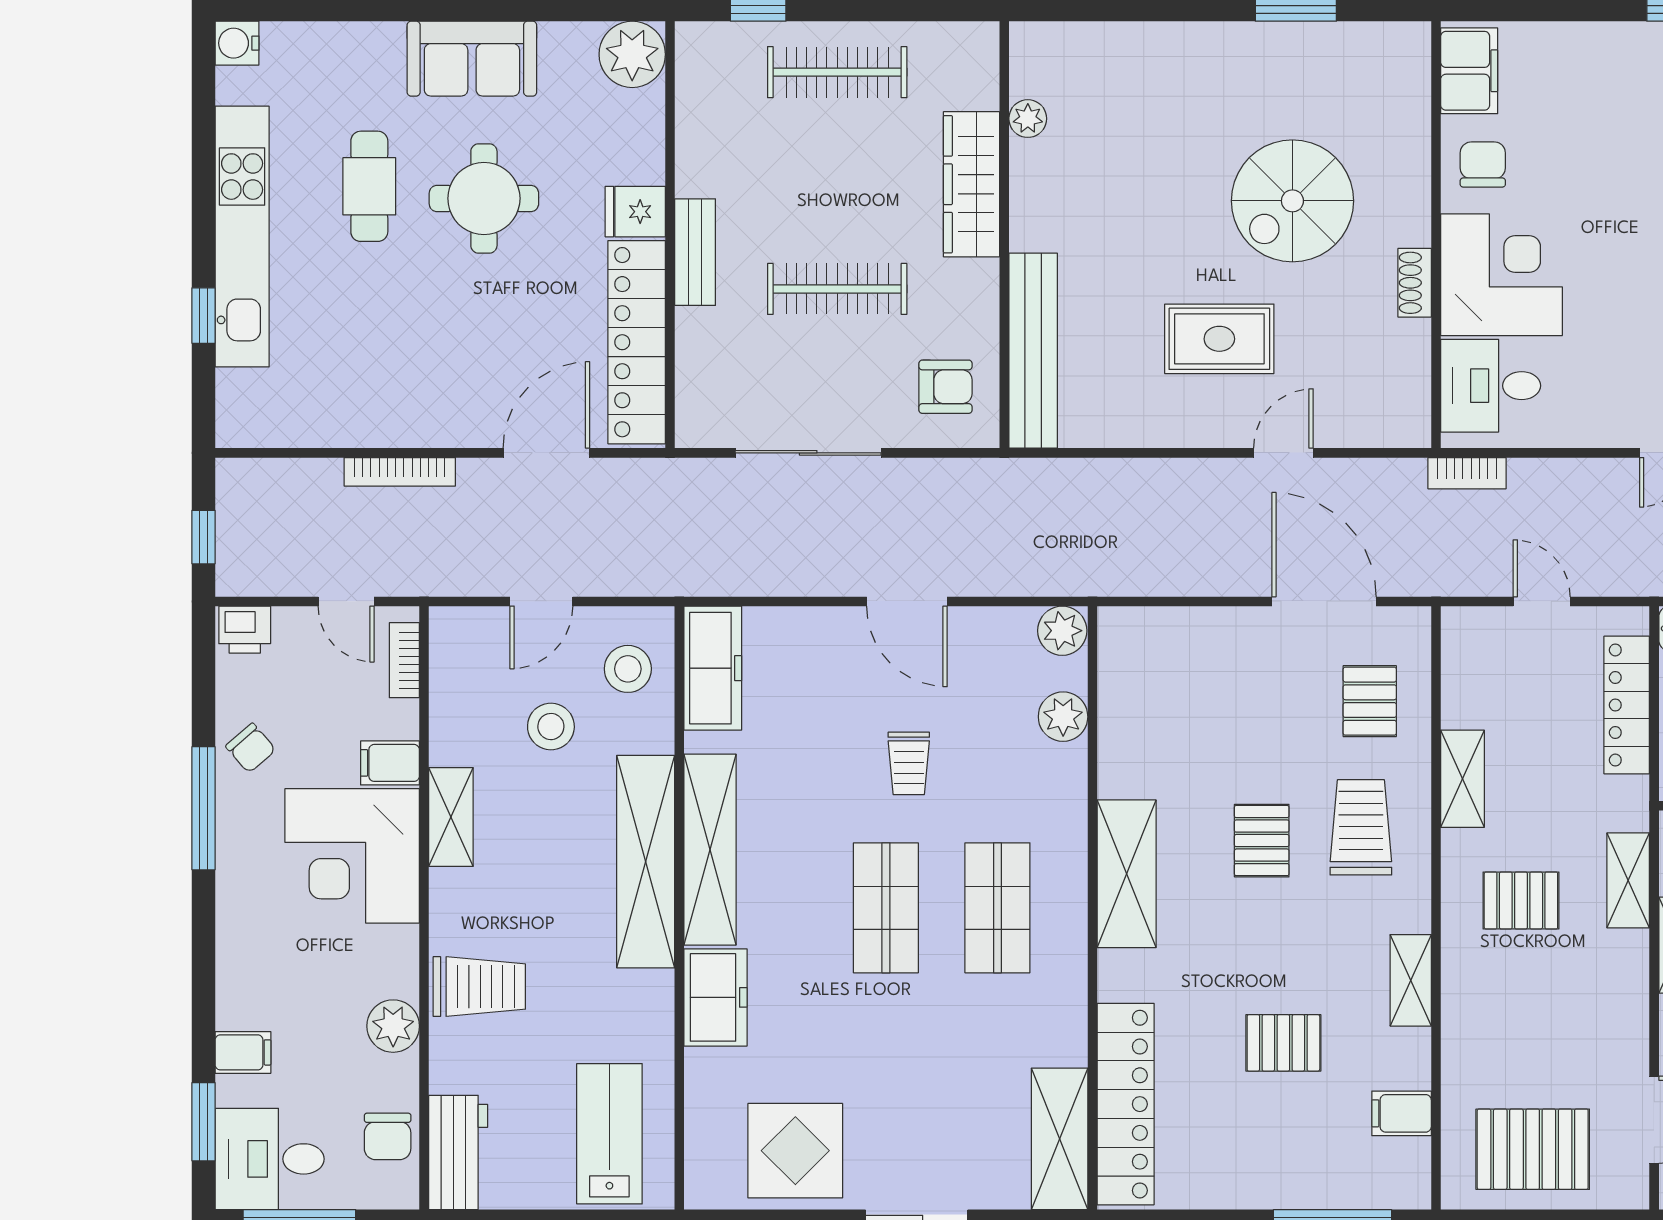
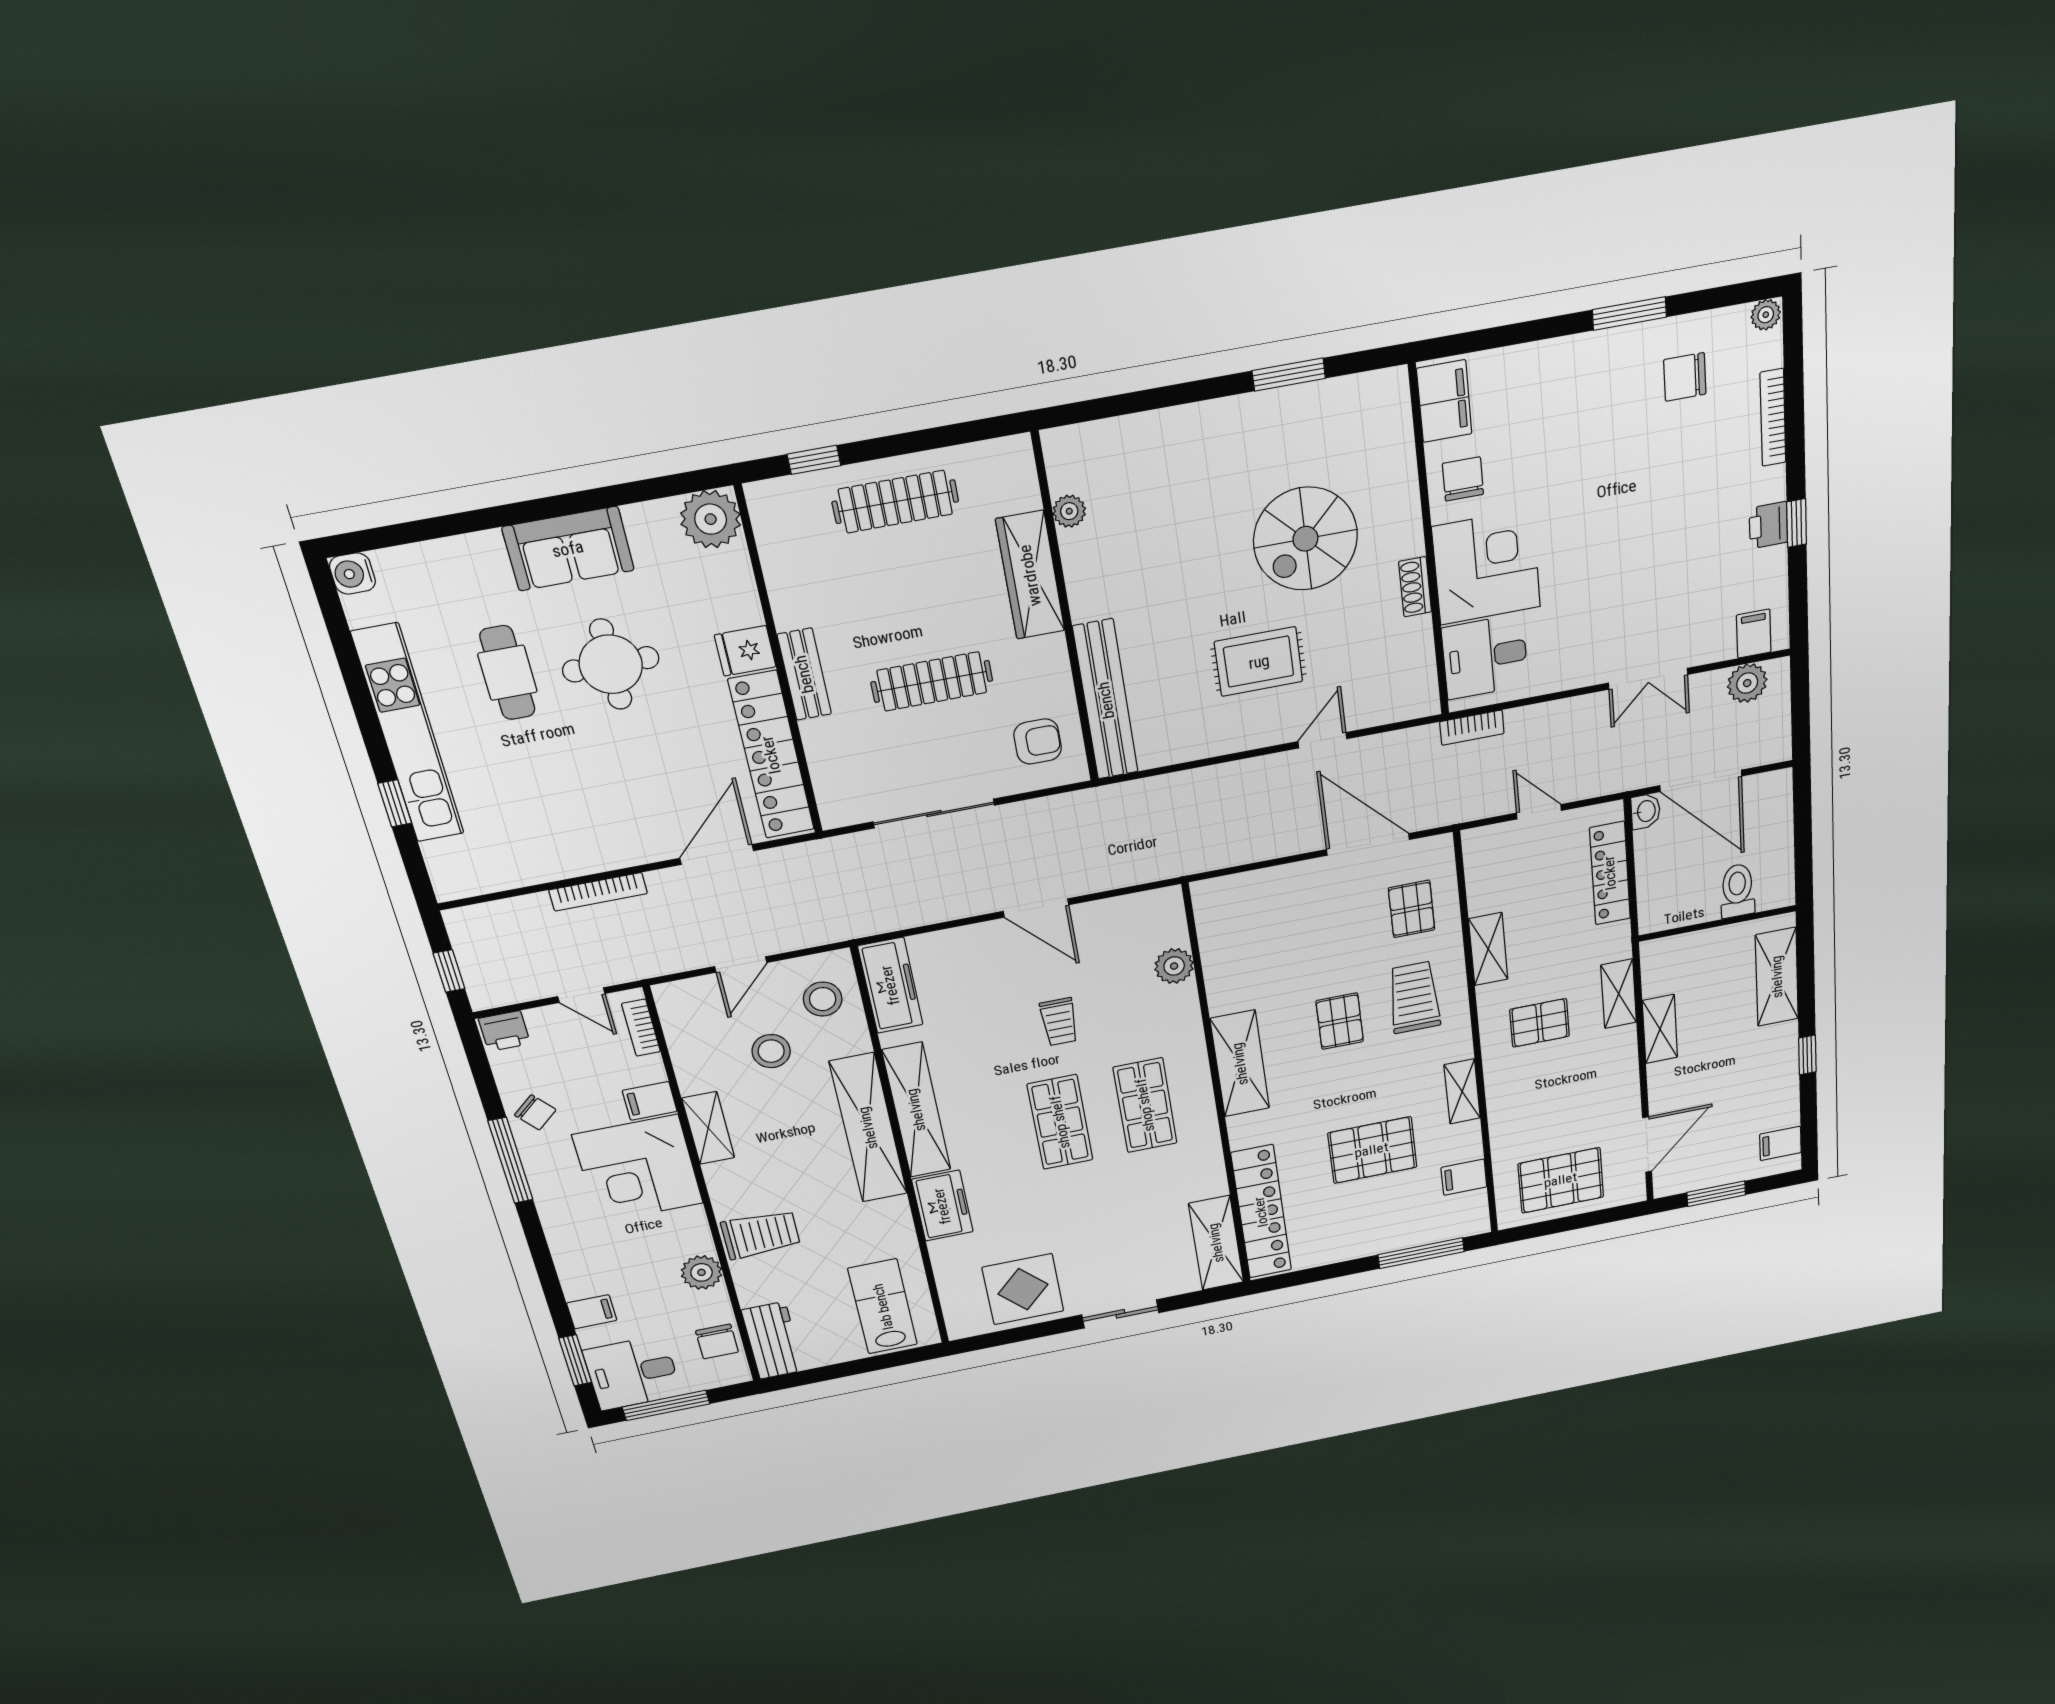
plant: (1062, 631) -> (1164, 905), removed
pallet: (1283, 1043) -> (1372, 1150), width x1.50, depth x1.42

